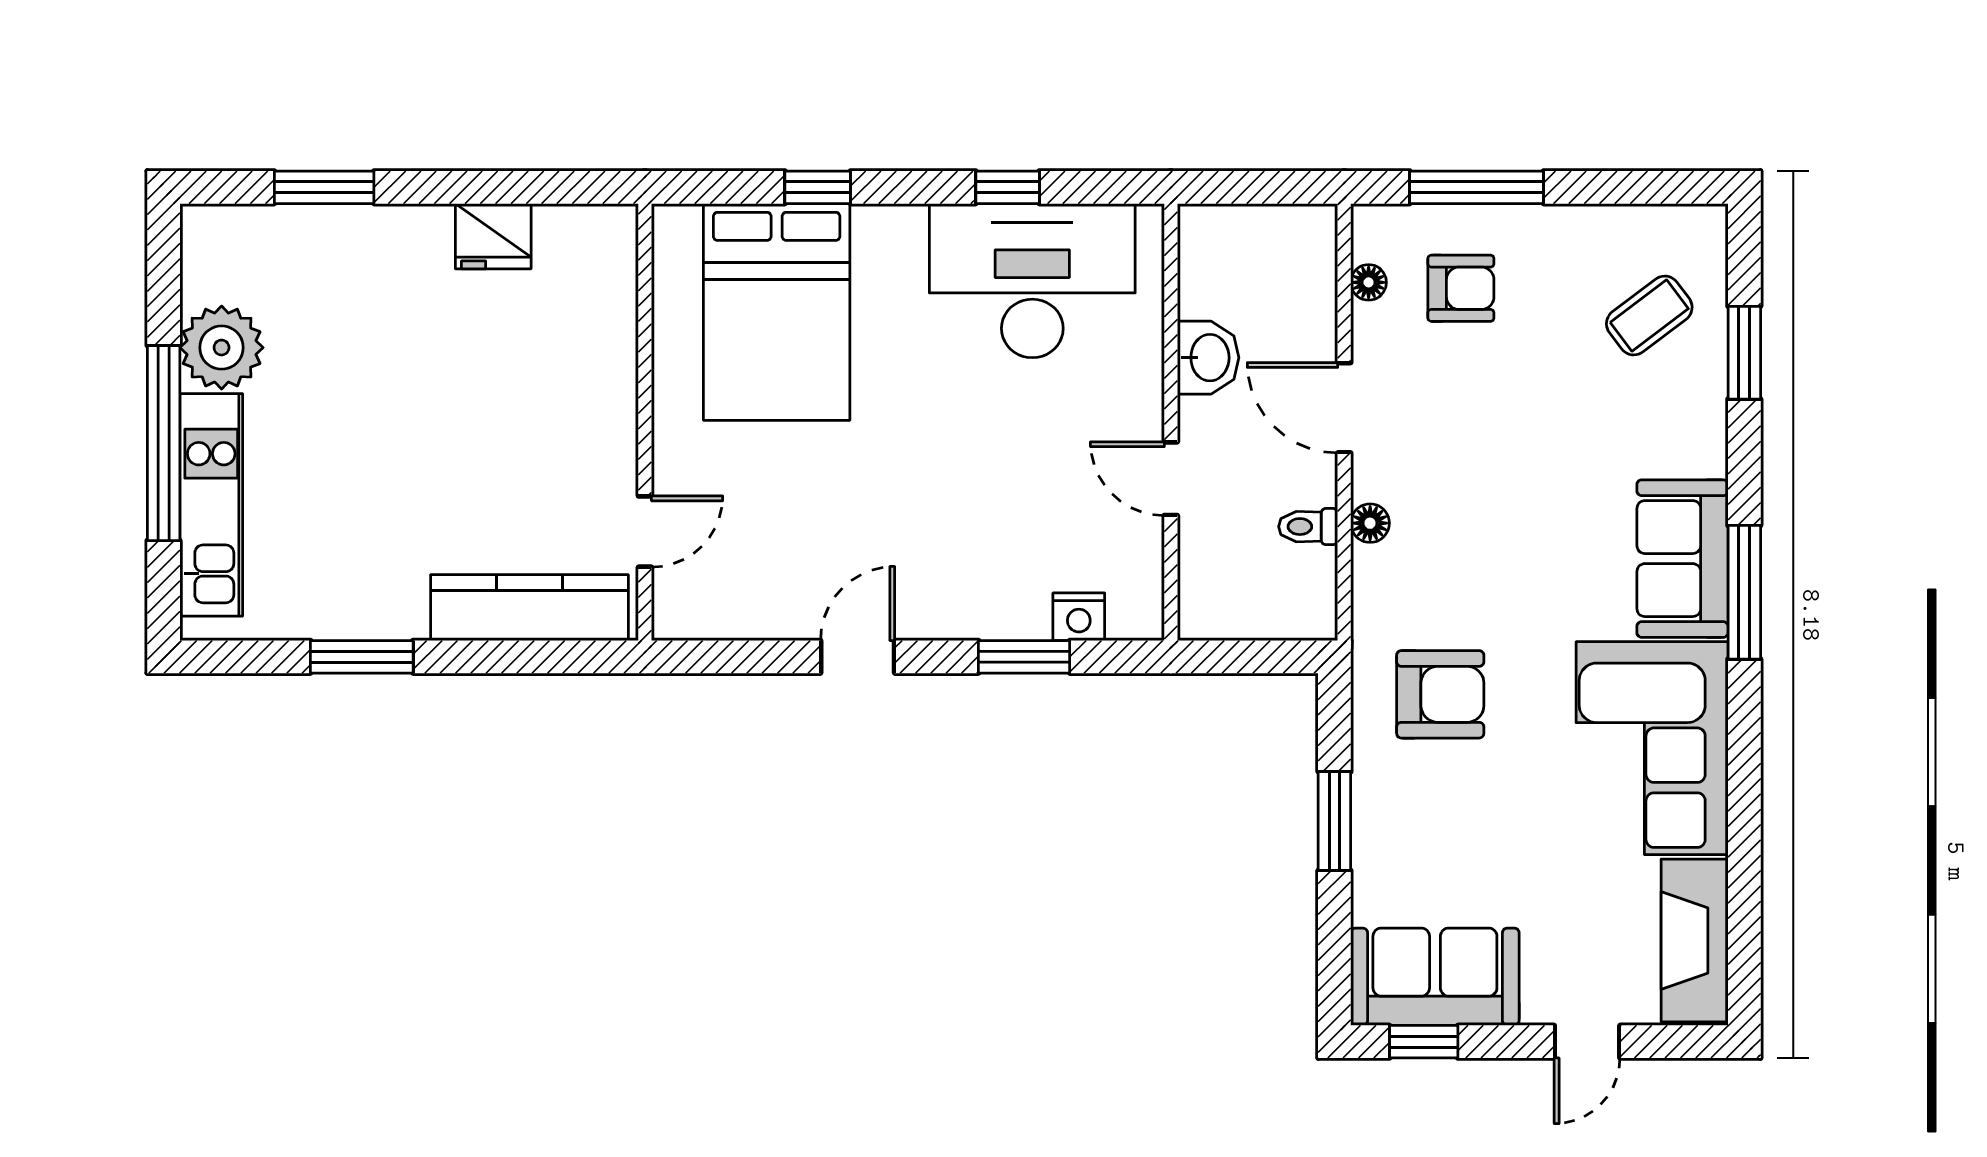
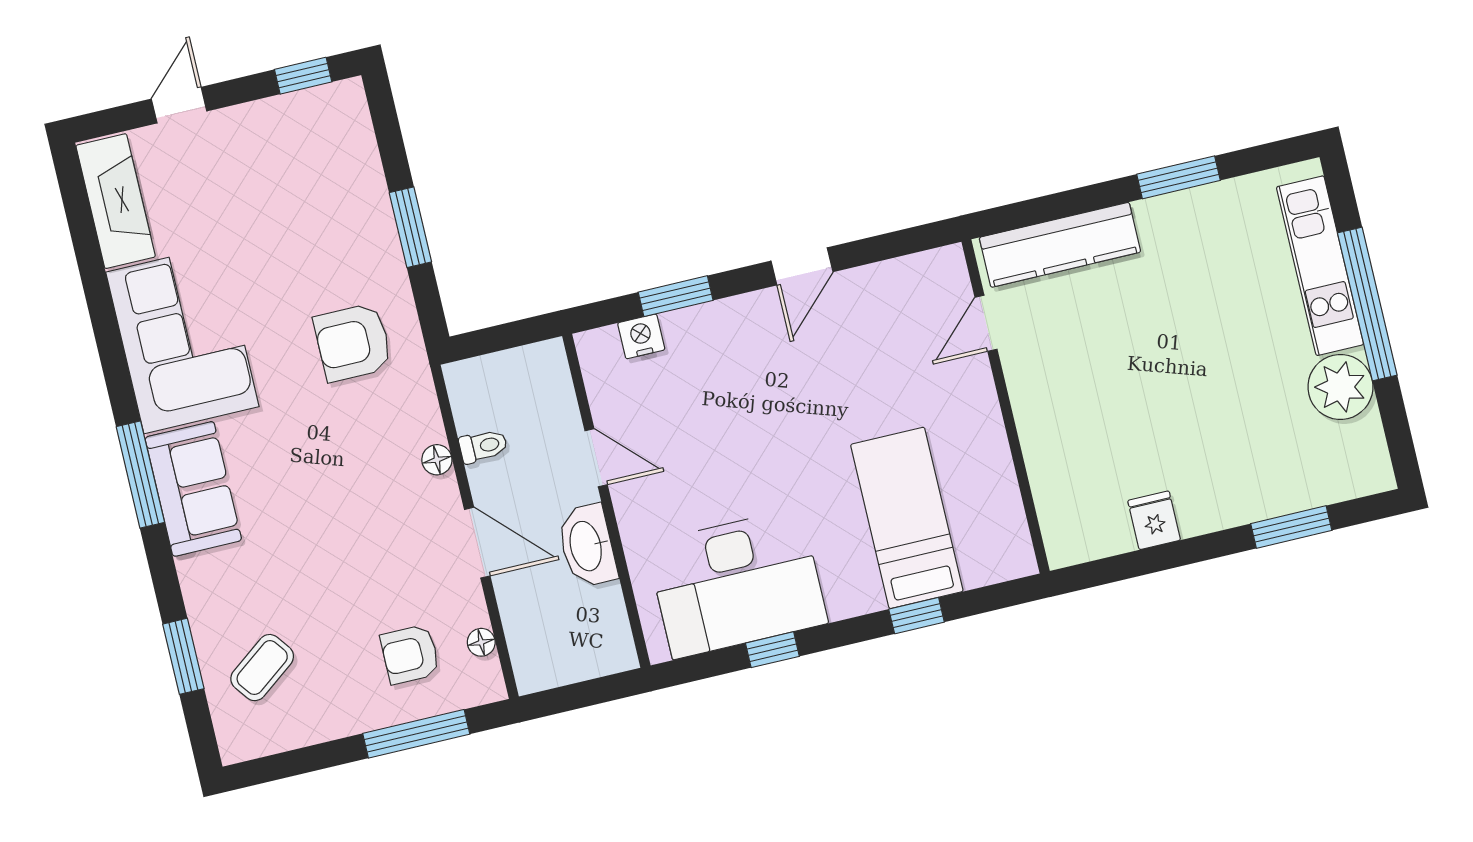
fridge: (493, 236) -> (1154, 520), width x0.72
bed: (777, 312) -> (907, 518), width x0.67
washbasin: (1208, 358) -> (587, 546), width x1.38
sofa: (1435, 977) -> (306, 127), removed

